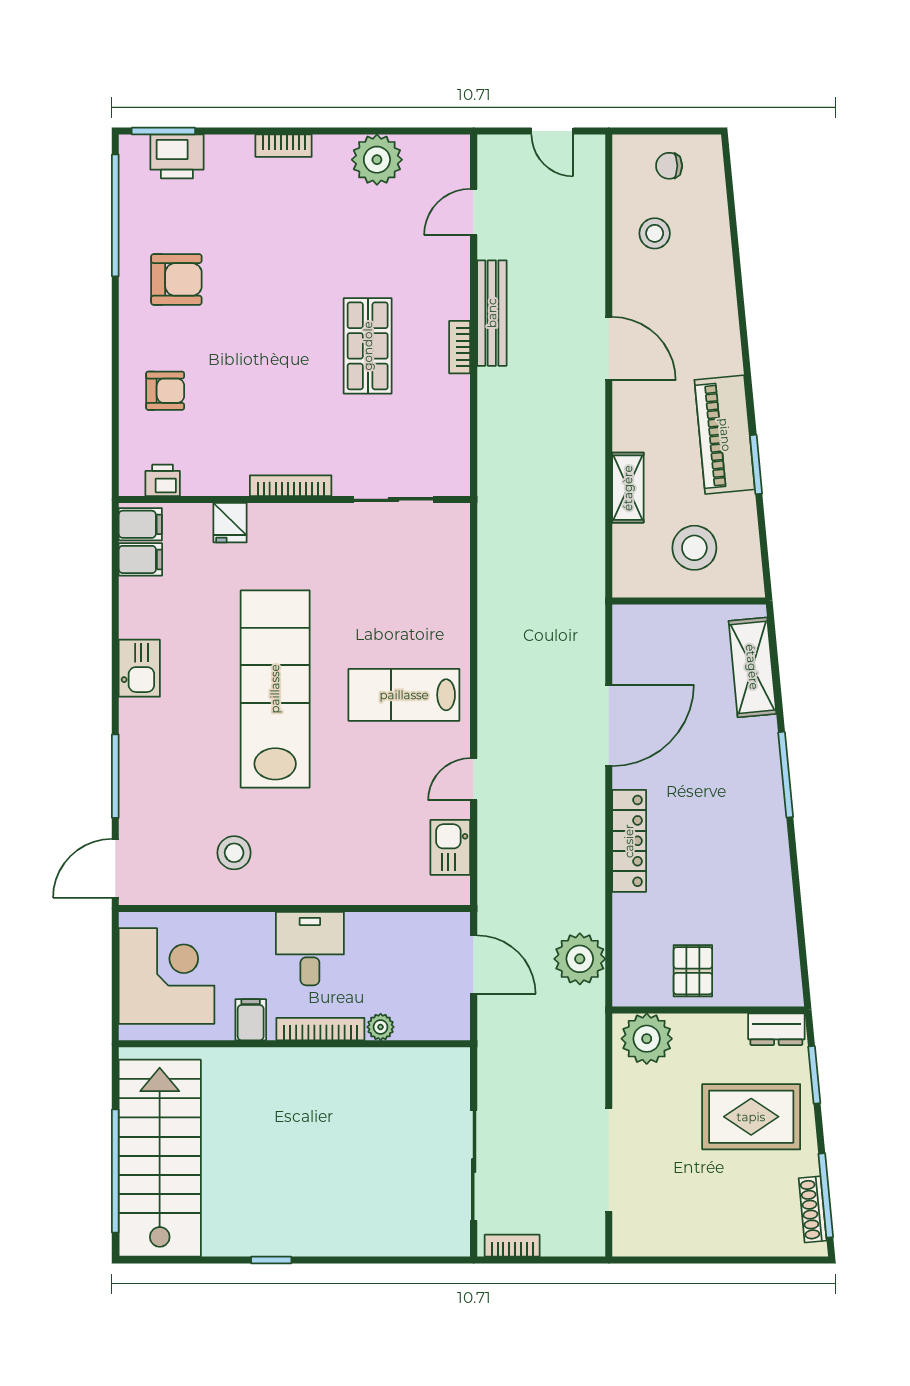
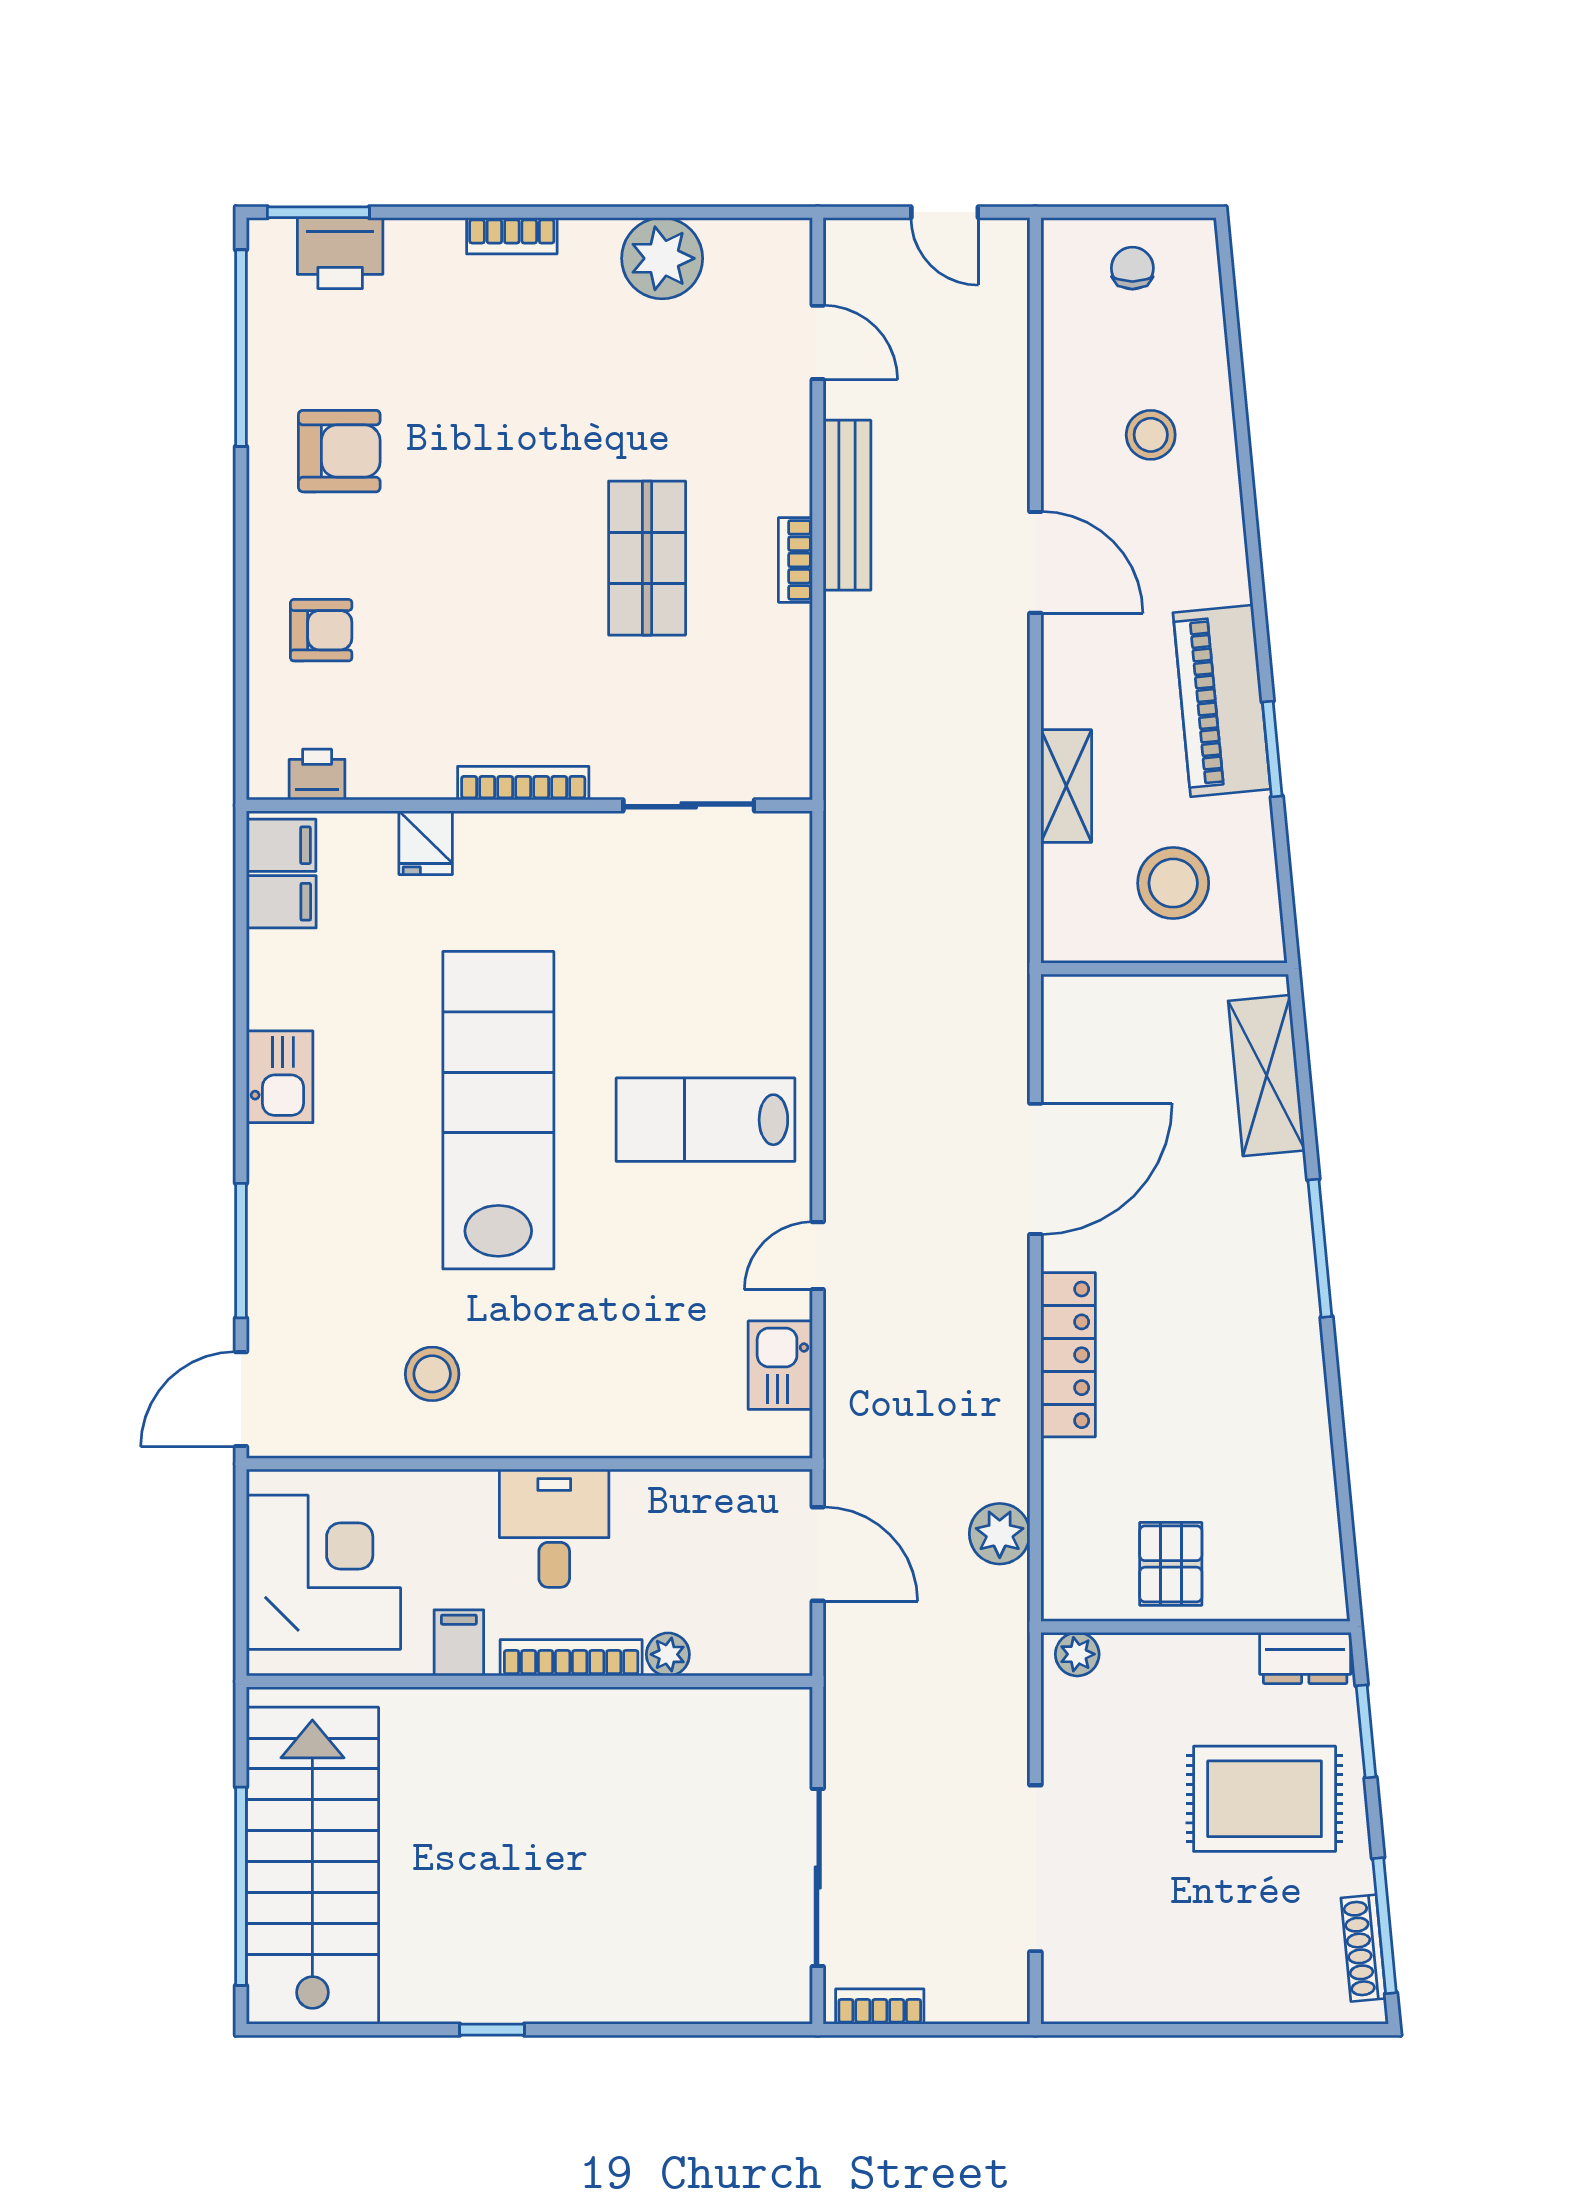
chair: (669, 166) -> (1132, 268), turned 90
door: (474, 212) -> (818, 342), swing flipped
stool: (655, 233) -> (1151, 435), moved
plant: (580, 959) -> (1000, 1534), width x0.73, depth x0.73
plant: (647, 1039) -> (1077, 1654), width x0.53, depth x0.53

